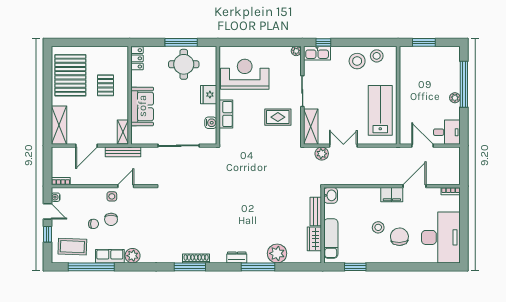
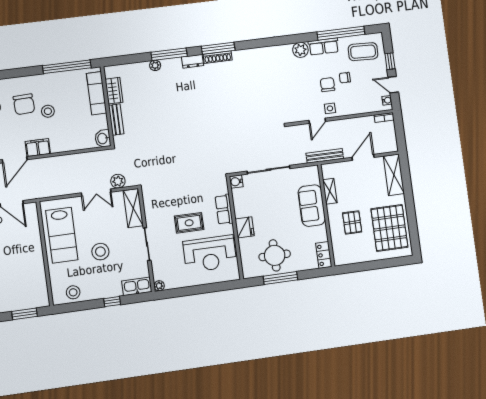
window: (323, 42) -> (112, 302), moved
stool: (357, 61) -> (100, 252), moved
rug: (278, 117) -> (189, 223), moved
water cooler: (211, 123) -> (236, 182), moved
shelving: (123, 132) -> (330, 191), moved
plant: (277, 253) -> (155, 65), width x0.53, depth x0.53
shoe rack: (196, 258) -> (218, 57), moved
window: (190, 267) -> (218, 48), moved
window: (355, 267) -> (67, 67), width x2.11

